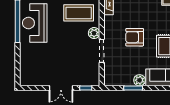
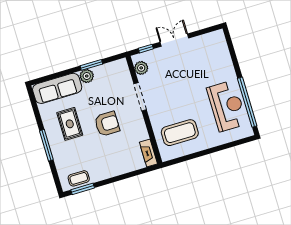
plant: (94, 33) -> (141, 68), moved

